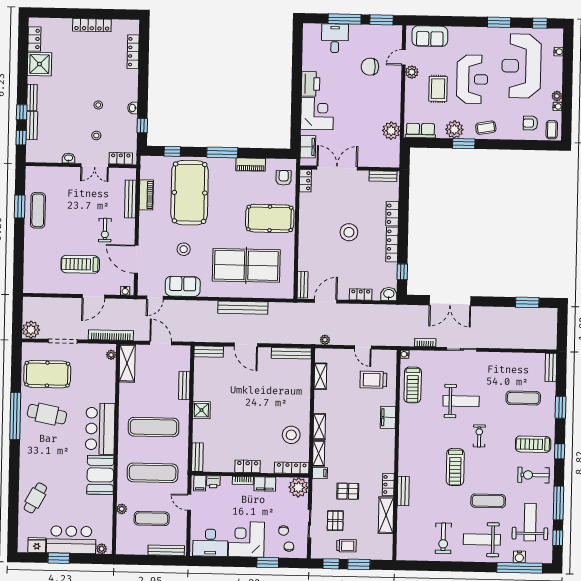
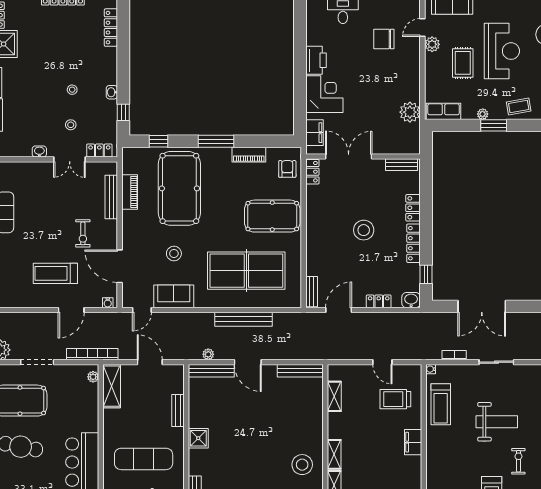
plant: (454, 129) -> (483, 114), width x0.53, depth x0.53
plant: (325, 340) -> (208, 354), moved
bench: (209, 352) -> (211, 371), width x1.36

